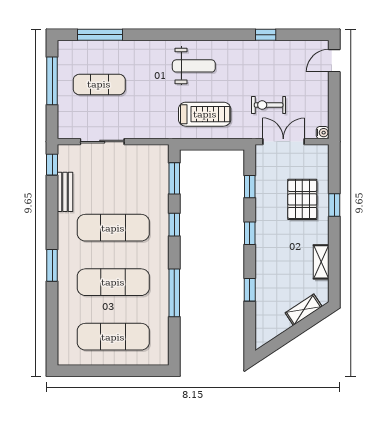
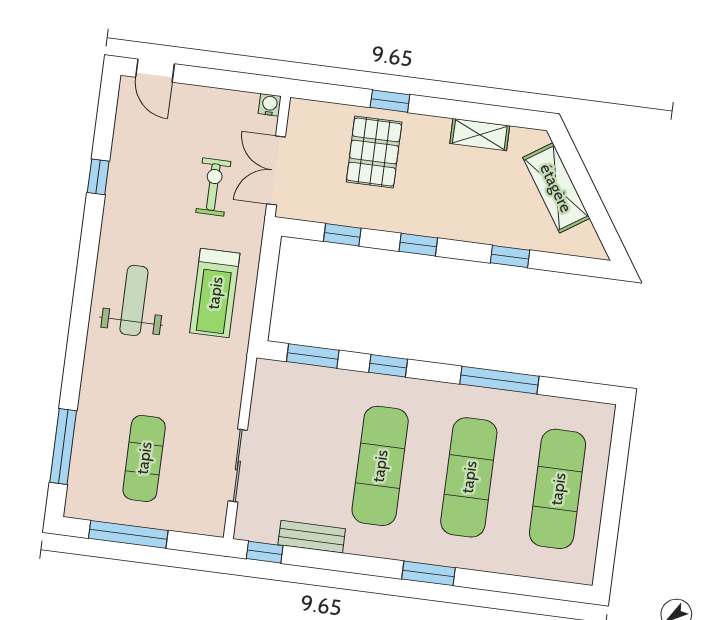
exercise bike: (269, 105) -> (213, 187), turned 180
treadmill: (205, 114) -> (215, 293), turned 180
pallet: (302, 199) -> (374, 152), turned 90
shelving: (304, 310) -> (556, 188), width x1.50, depth x1.33

